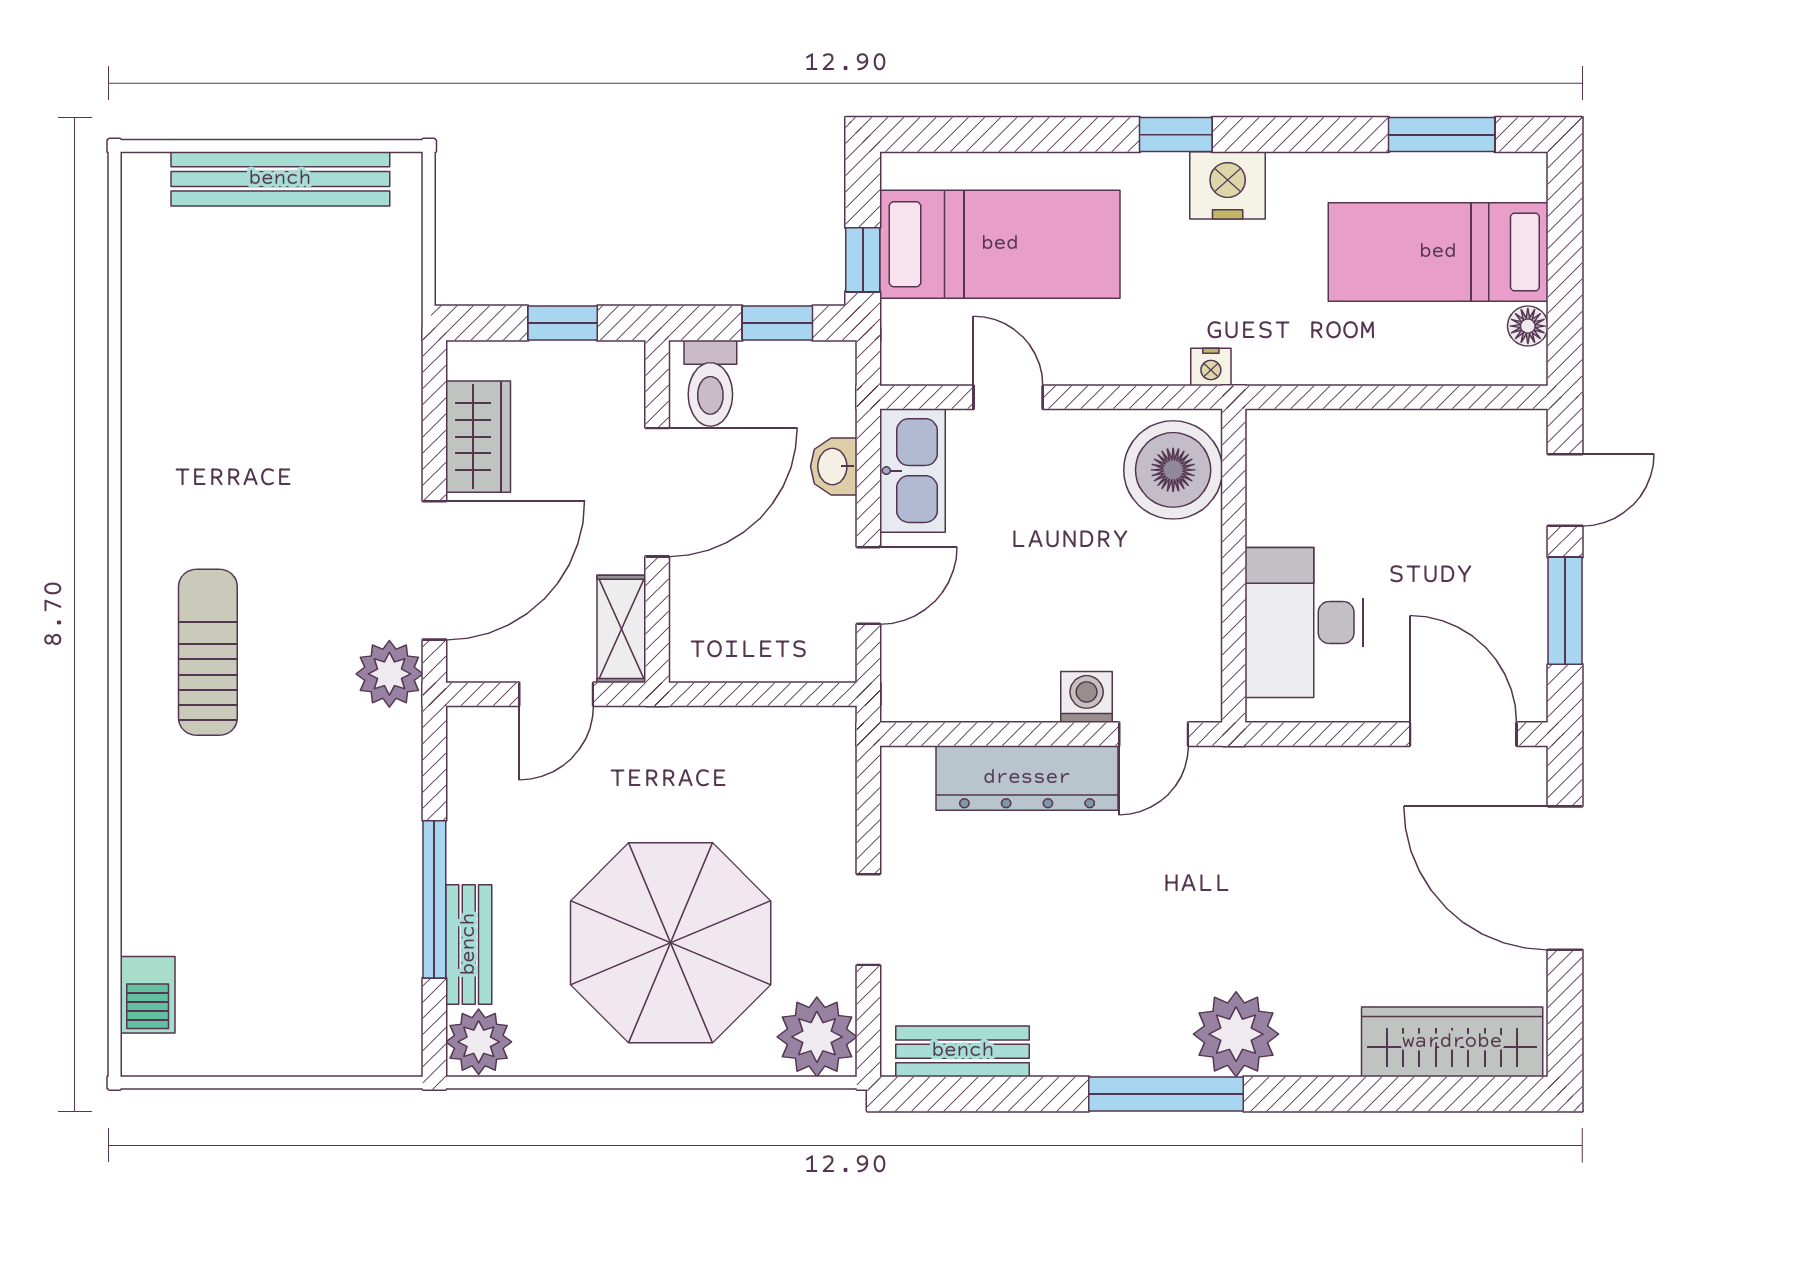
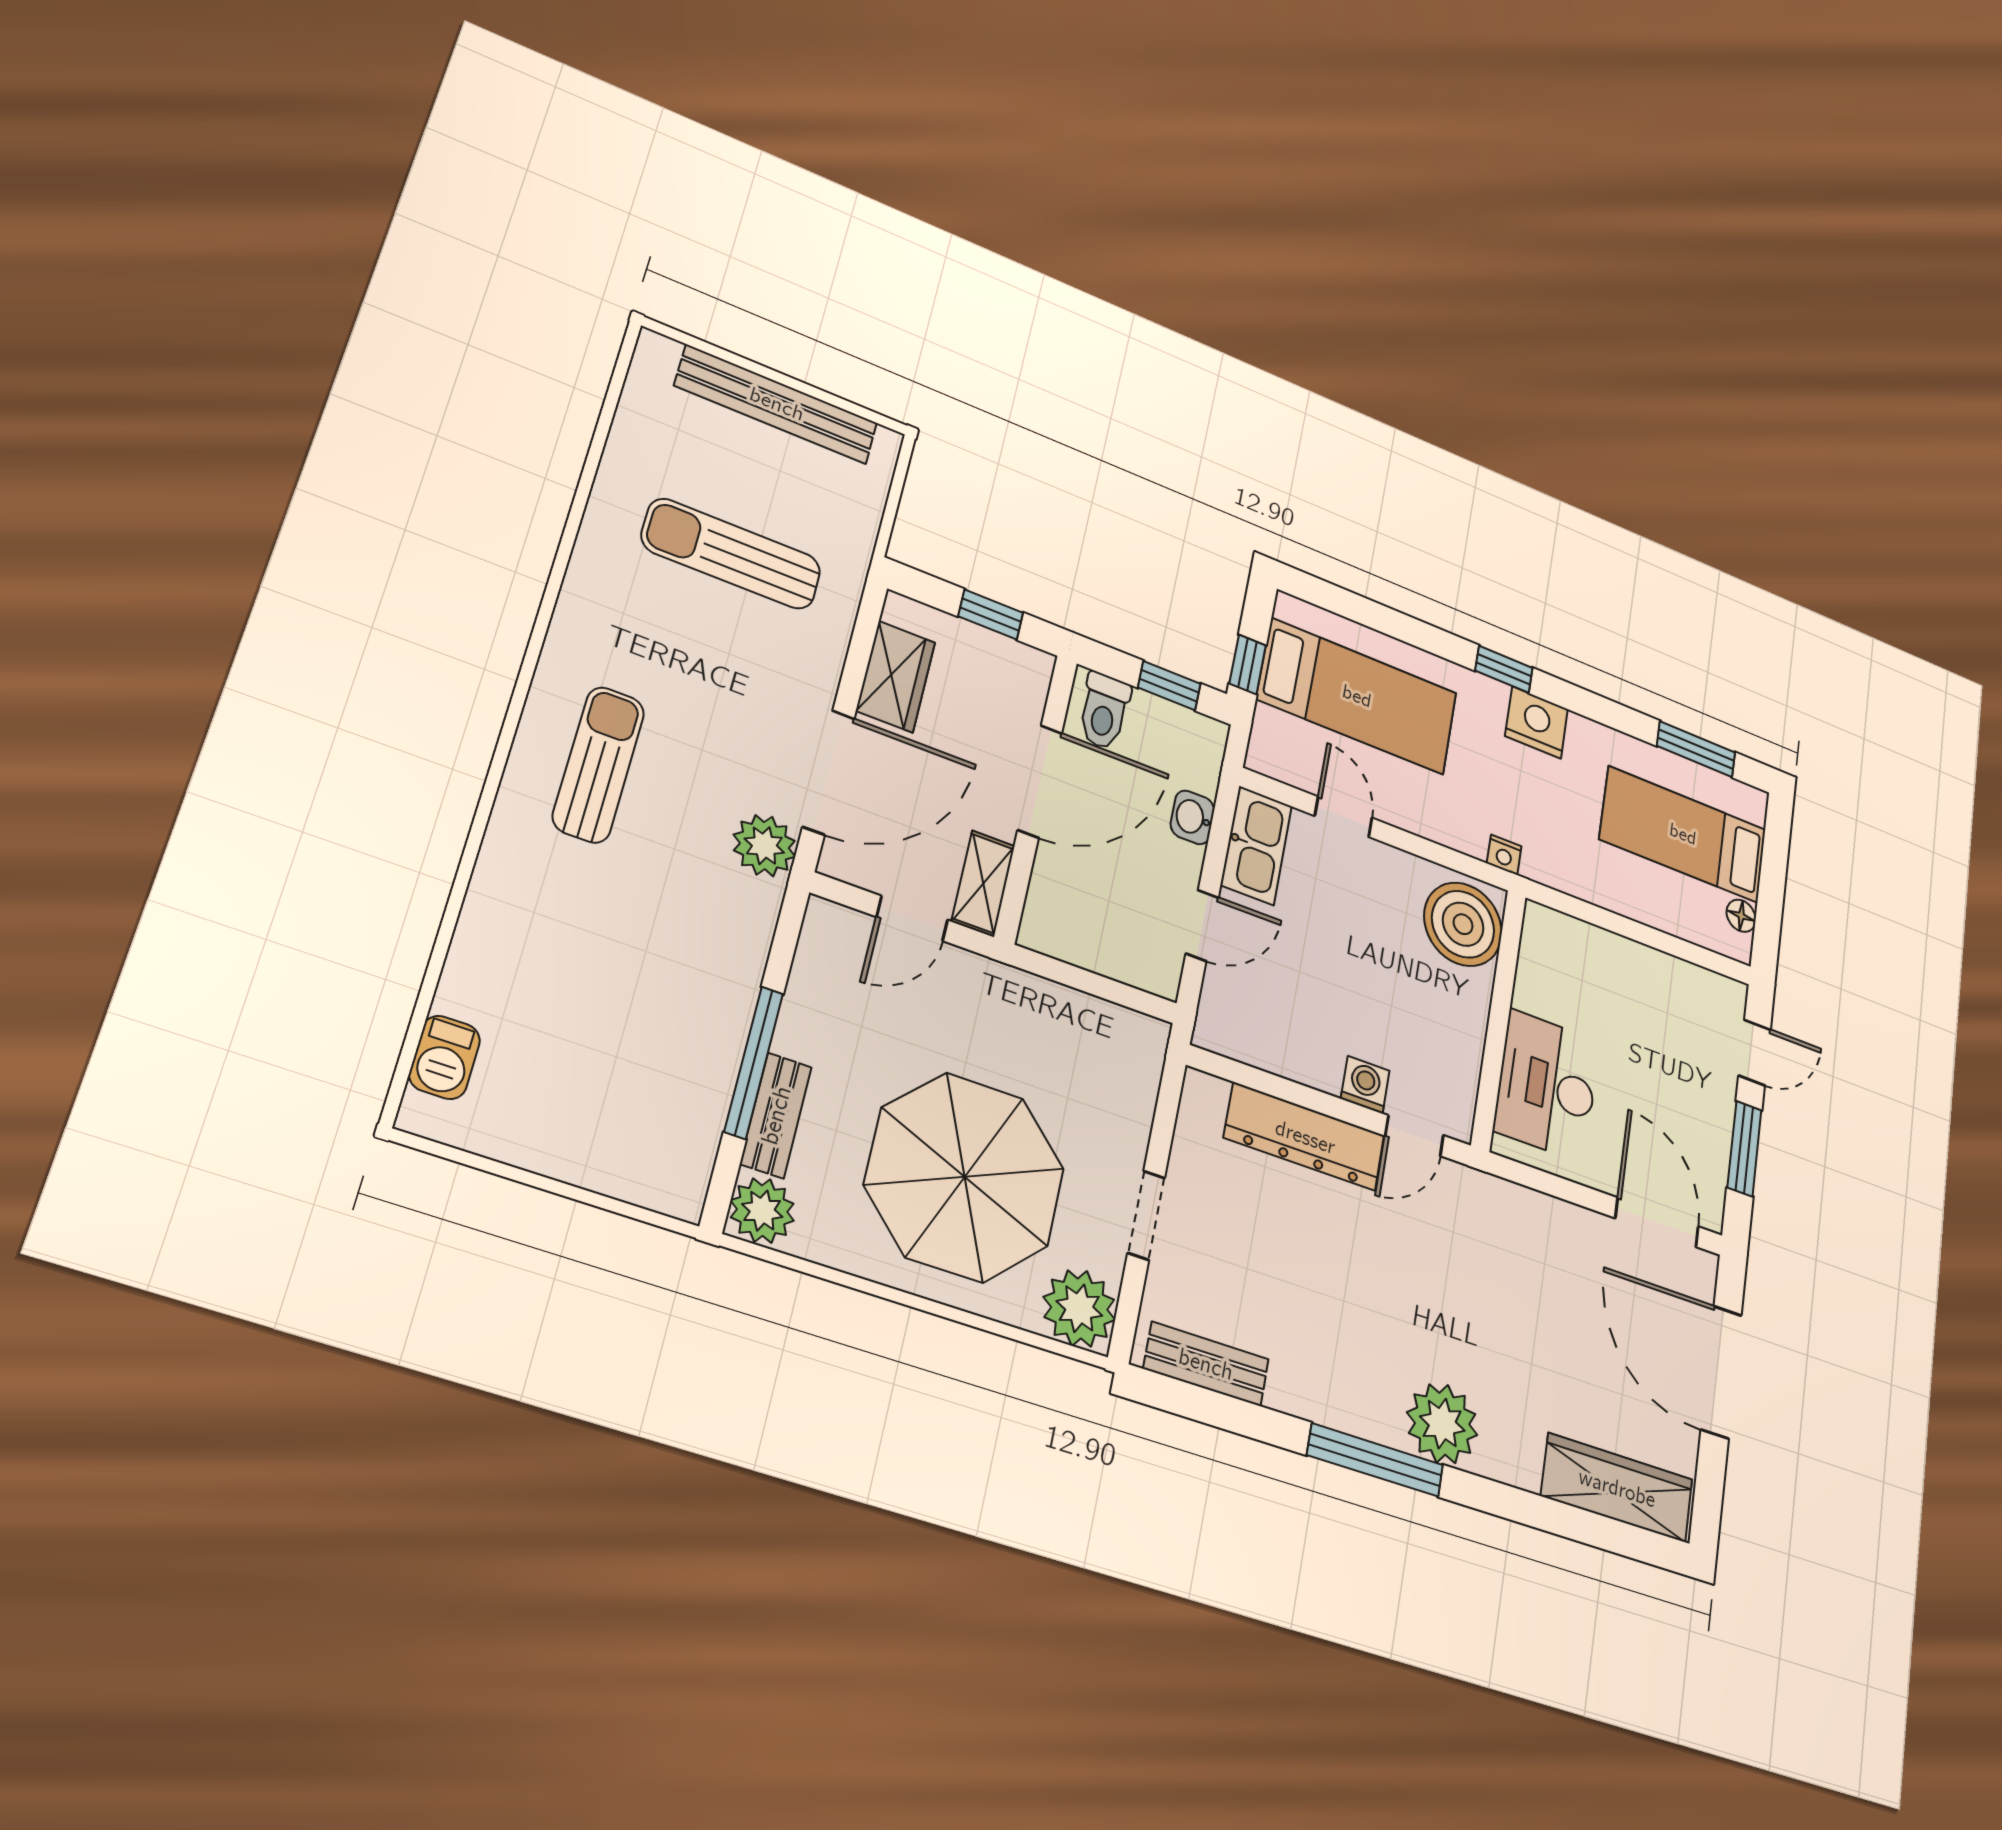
sun lounger: (278, 371) -> (731, 554), added

